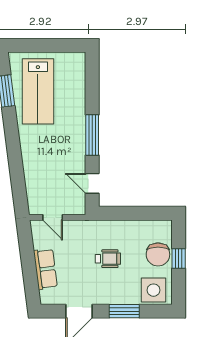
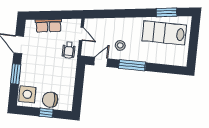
stool: (64, 156) -> (120, 45), added
door: (53, 217) -> (81, 34), swing flipped
wheelchair: (108, 259) -> (69, 50), moved

